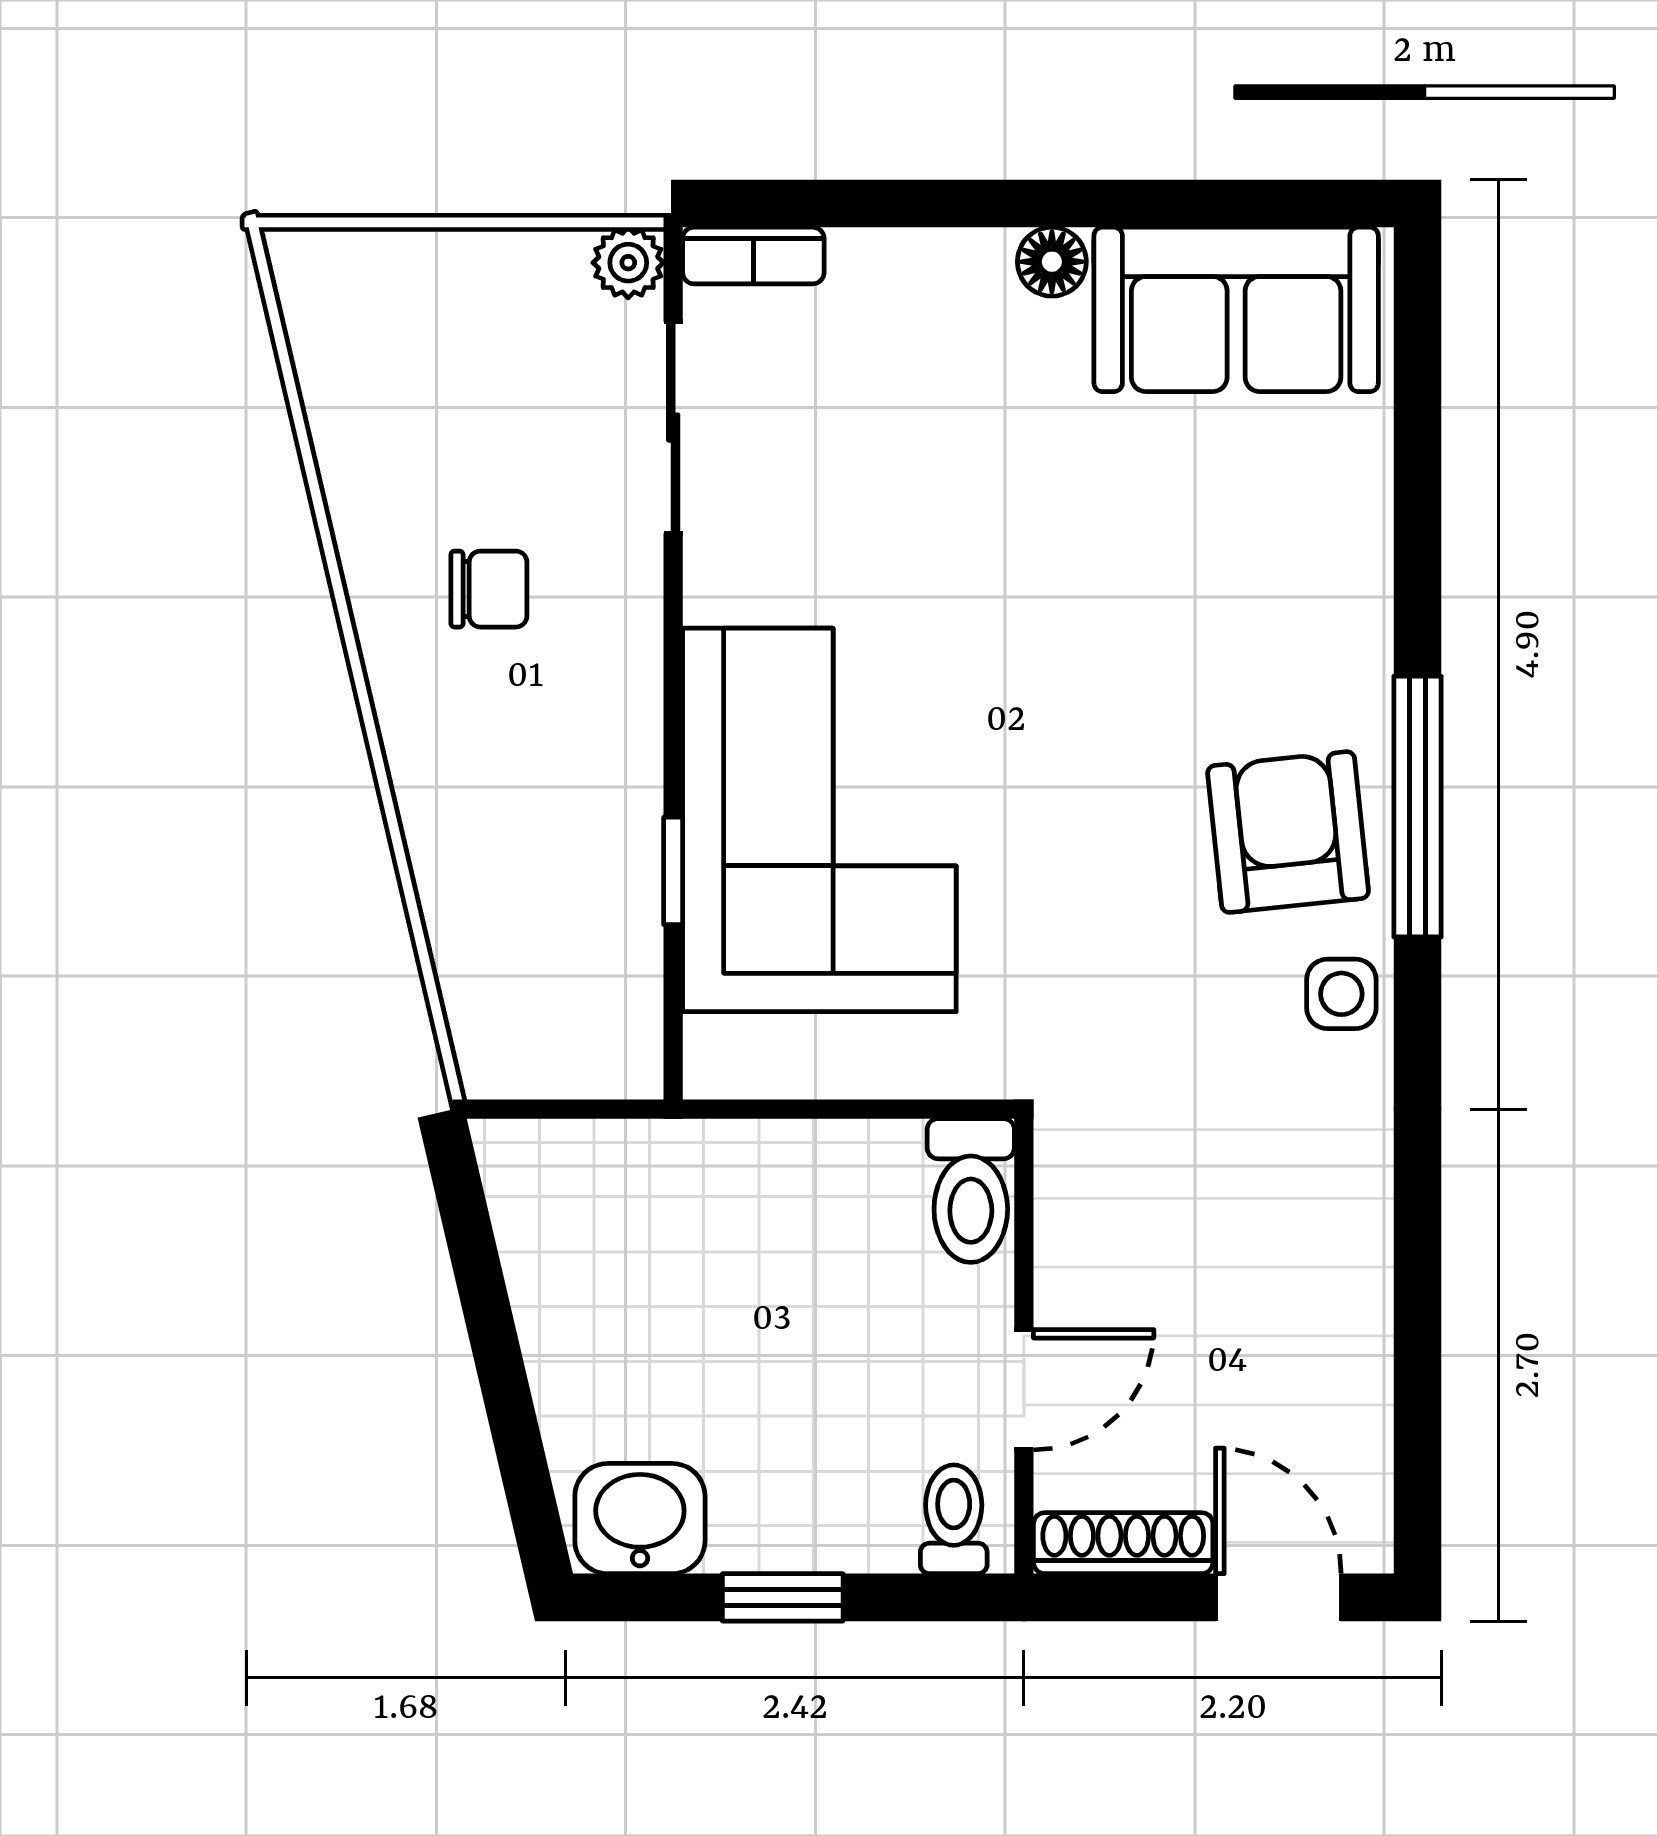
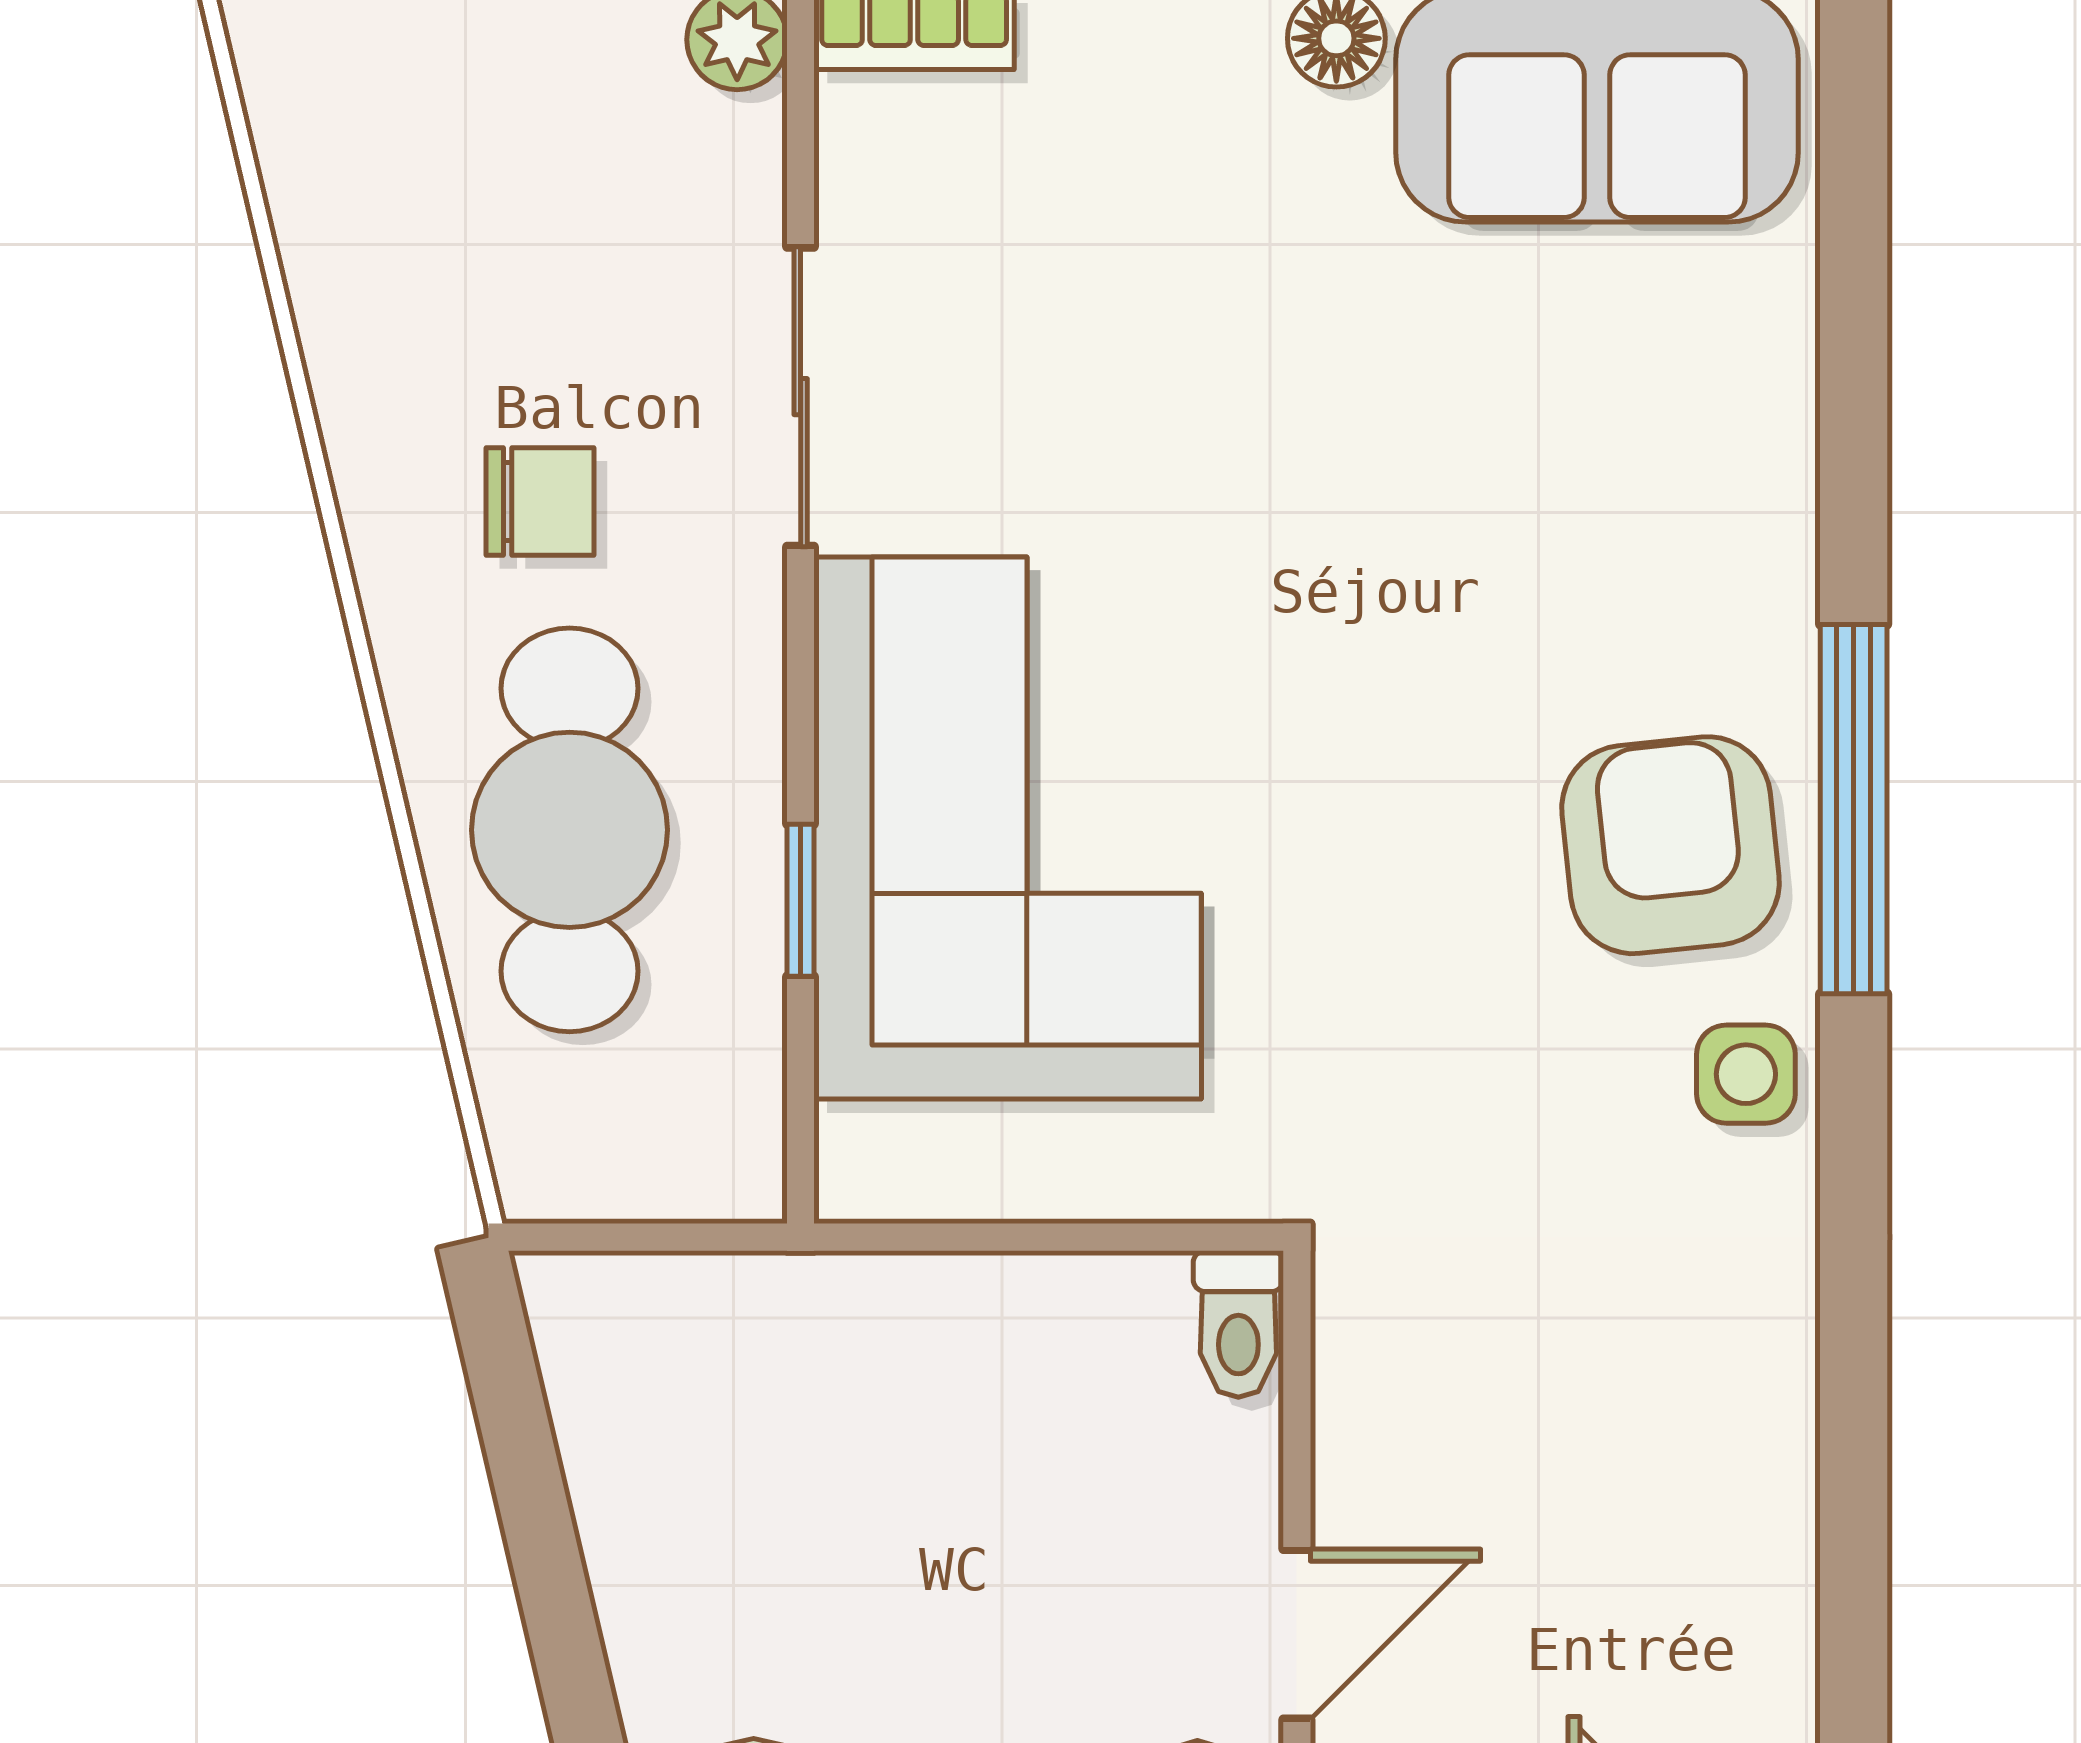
sliding door: (673, 428) -> (801, 397), moved
cafe table: (510, 821) -> (570, 830), added
toilet: (971, 1191) -> (1238, 1324), width x0.73, depth x0.72

